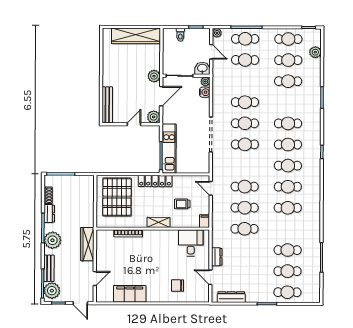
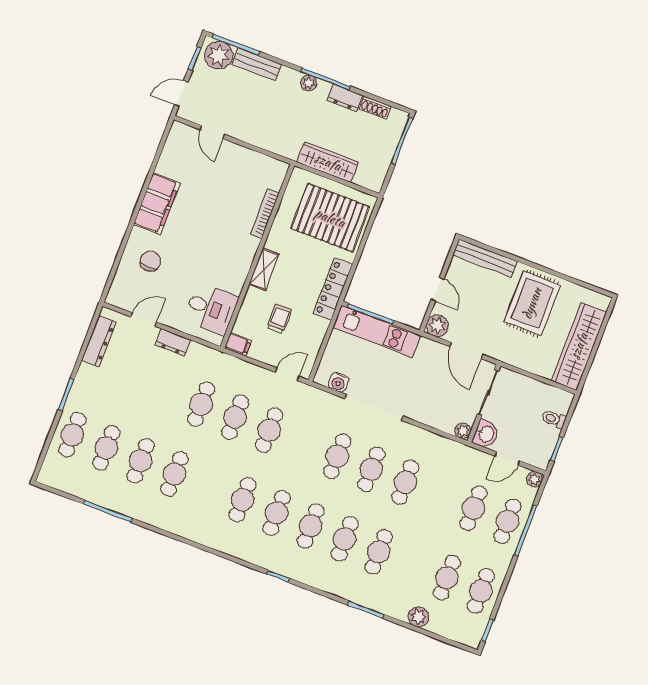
plant: (315, 52) -> (418, 617), moved
rug: (122, 70) -> (532, 303), added
plant: (154, 76) -> (503, 351), removed
cafe table: (288, 81) -> (379, 552), moved
water cooler: (205, 92) -> (339, 382), moved
cafe table: (288, 208) -> (175, 474), moved
plant: (53, 240) -> (309, 83), width x0.53, depth x0.53
wardrobe: (87, 244) -> (328, 162), moved
filing cabinet: (130, 294) -> (157, 204), moved

